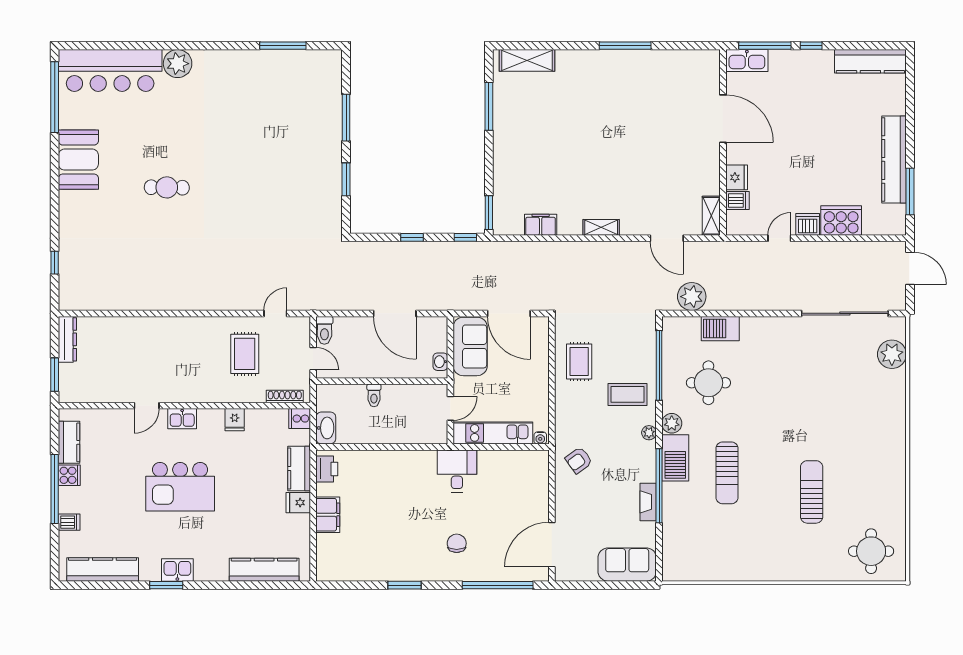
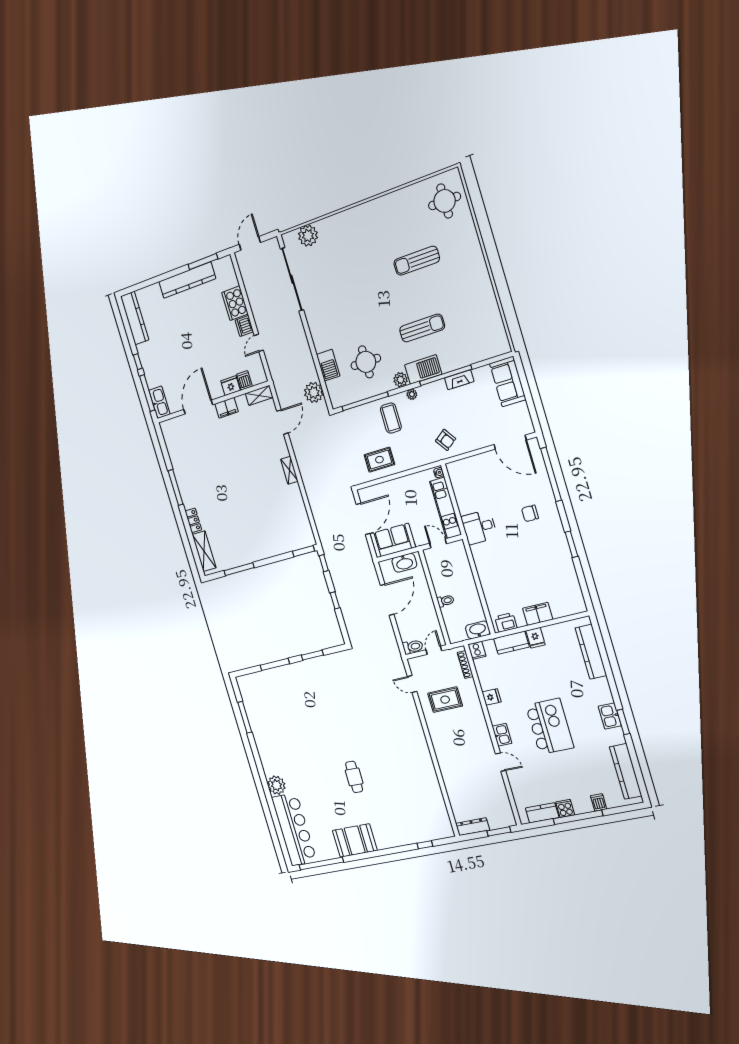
locker: (573, 58) -> (193, 520), added
filing cabinet: (541, 225) -> (226, 408), moved, turned -90
door: (779, 238) -> (259, 343), hinge flipped
washbasin: (440, 362) -> (404, 563), width x1.91, depth x1.45

